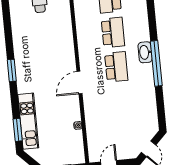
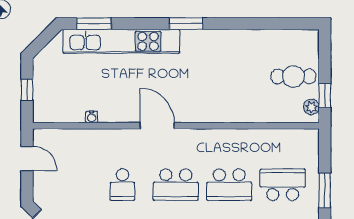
school desk: (120, 101) -> (122, 185), added
kitchen unit: (28, 121) -> (121, 41), width x1.36

